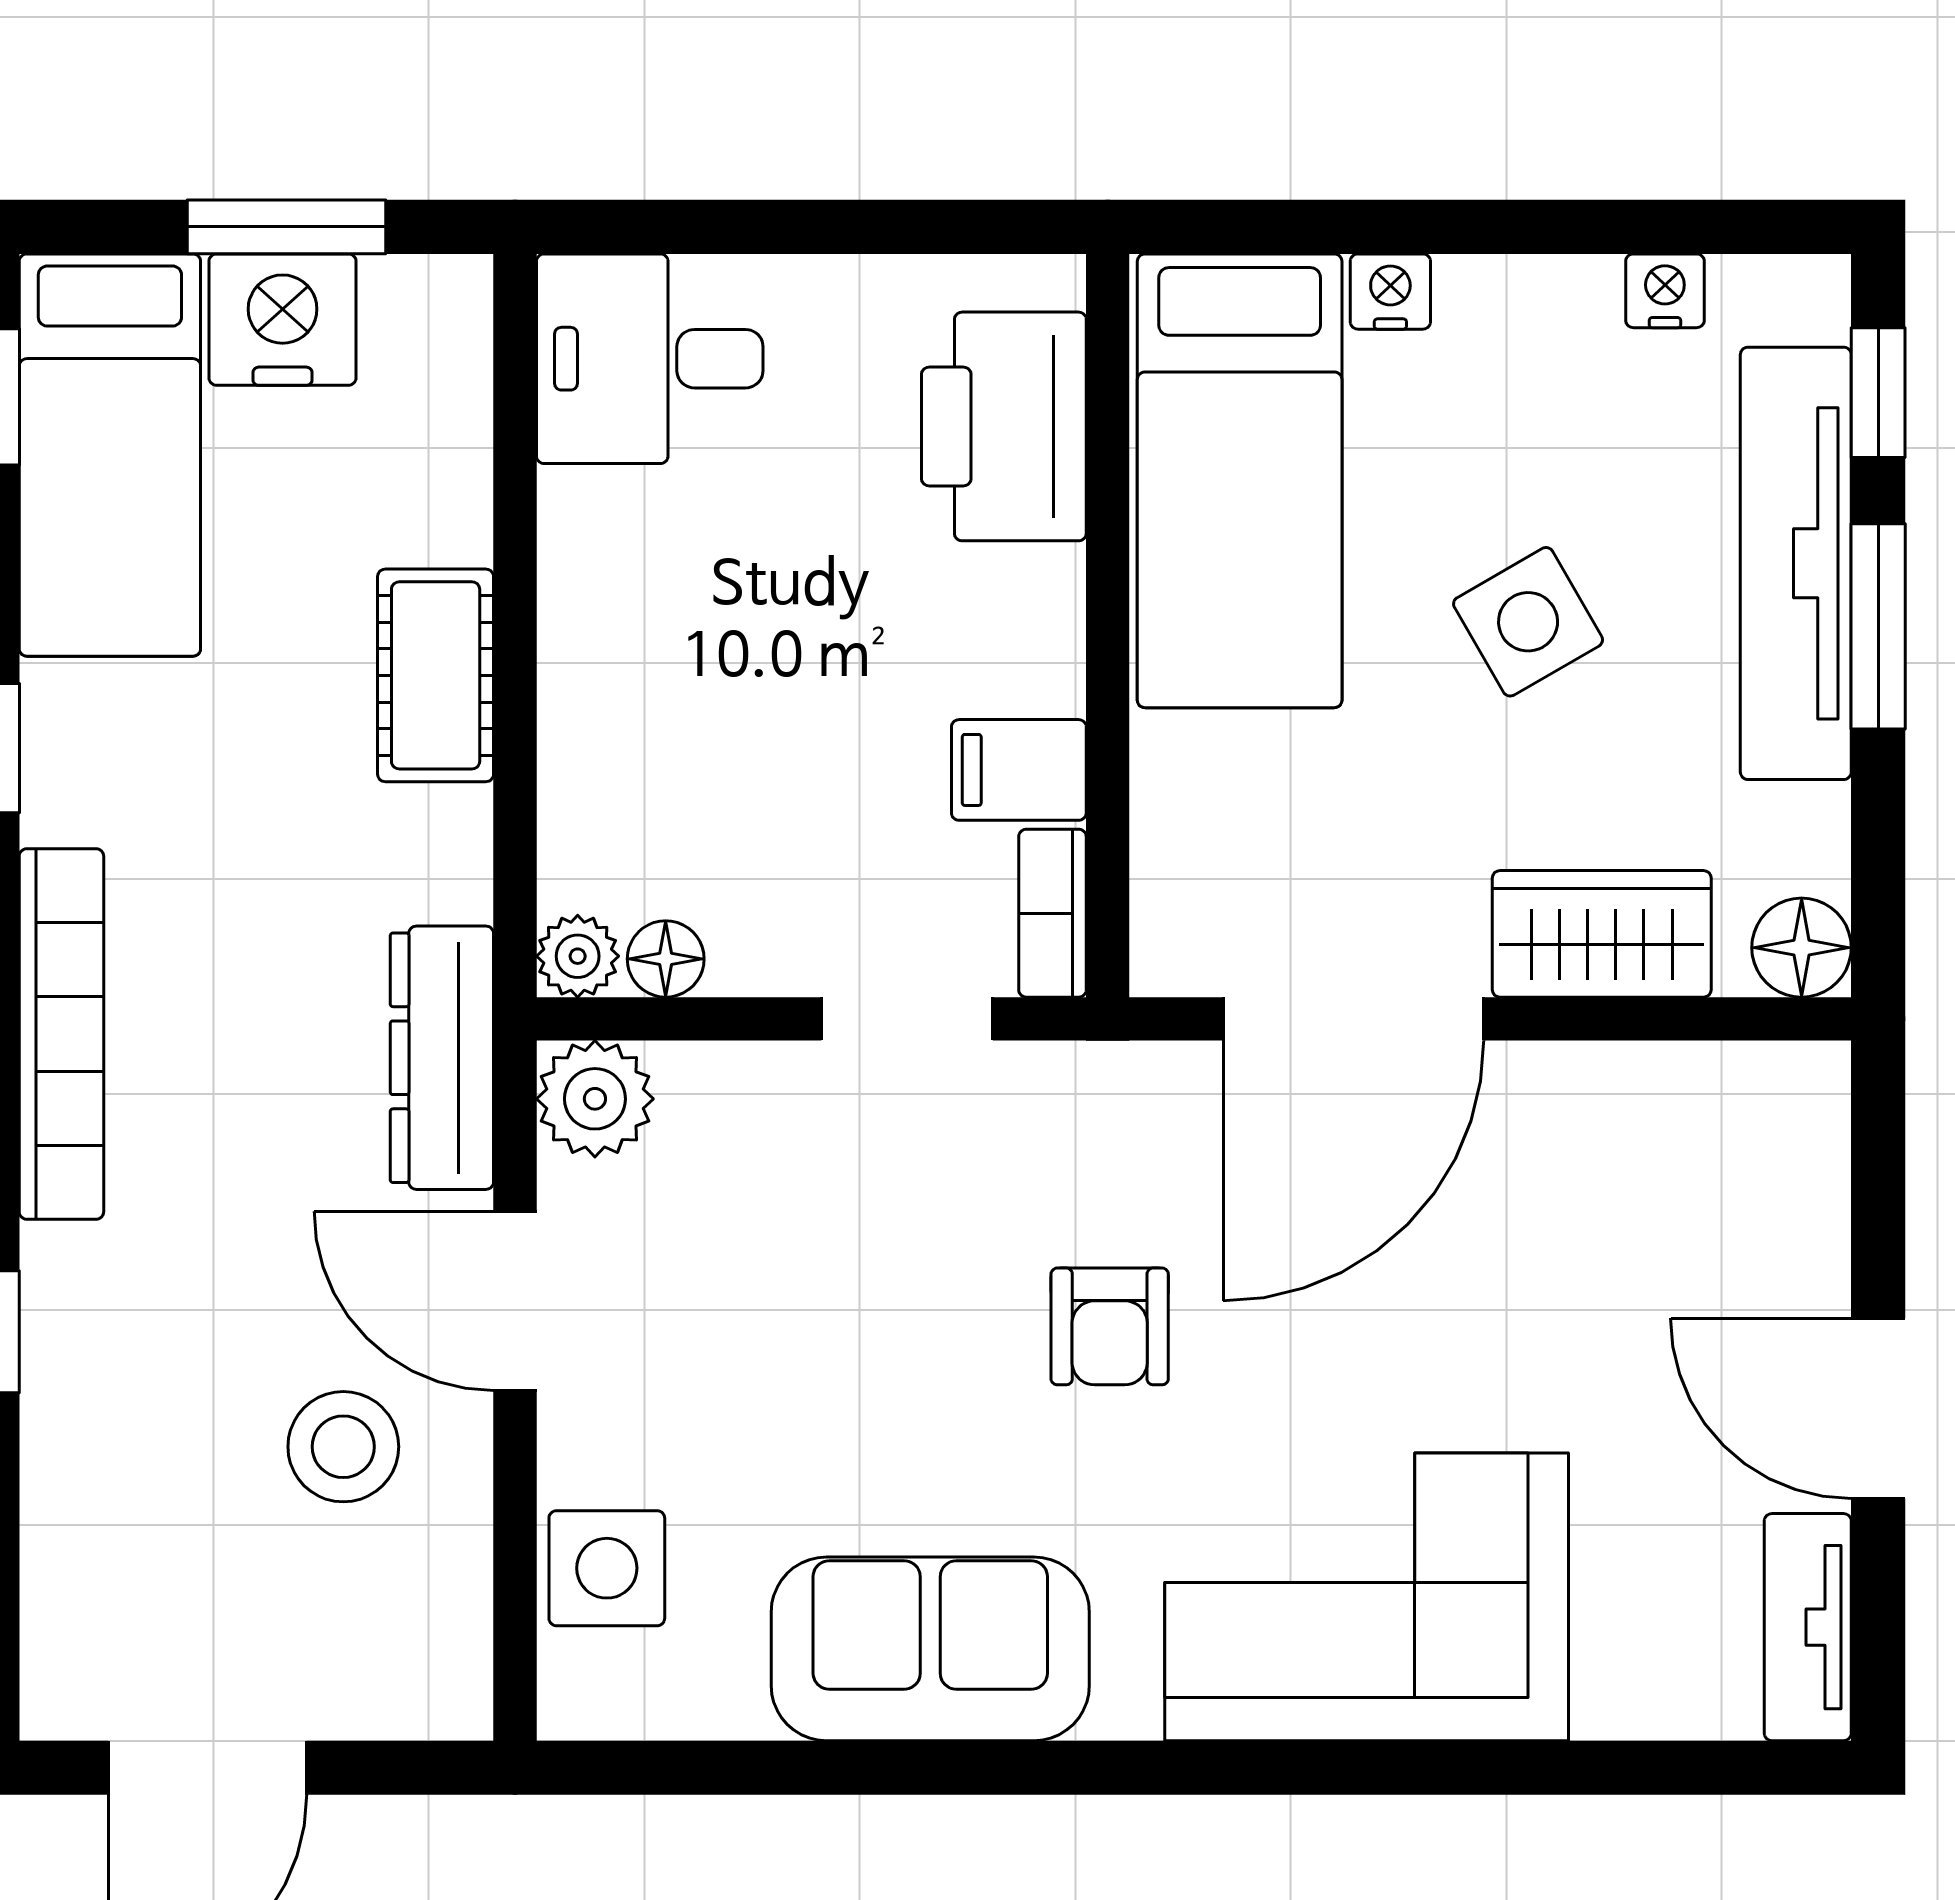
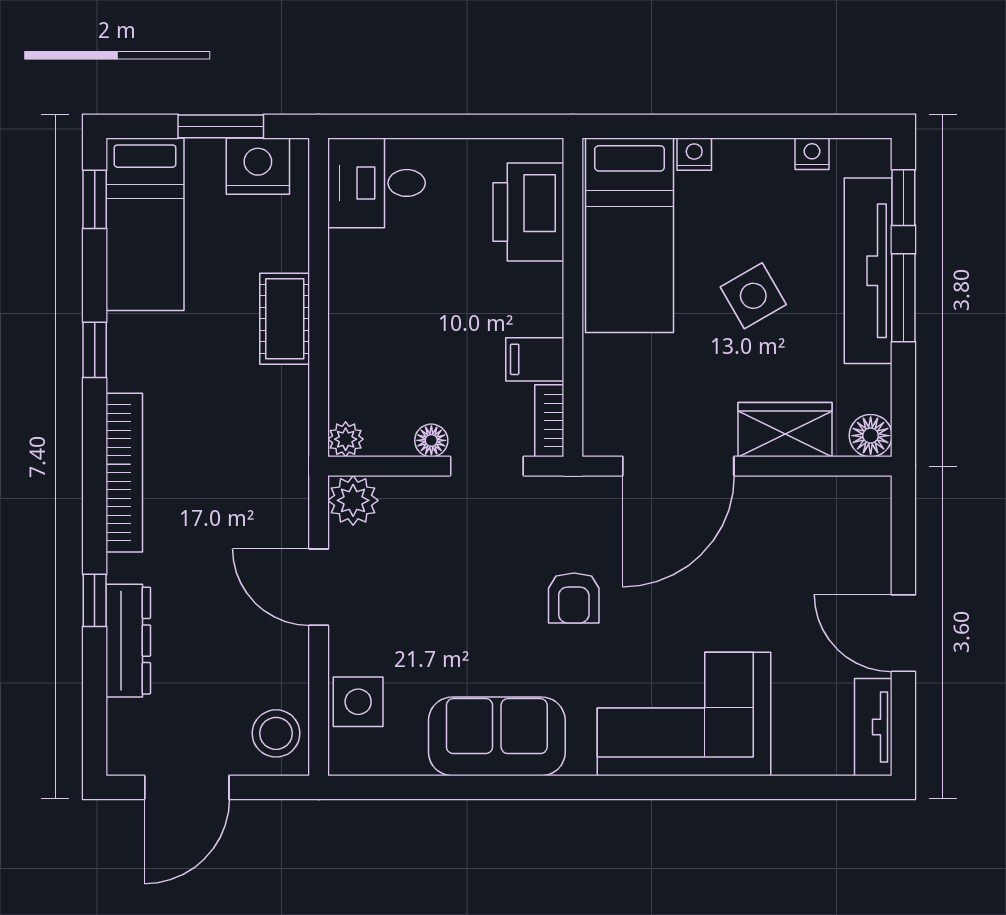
nightstand: (283, 320) -> (258, 166), moved
floor lamp: (666, 959) -> (431, 440), moved
dresser: (442, 1058) -> (128, 641), moved, turned 180
stool: (343, 1447) -> (276, 733), moved

